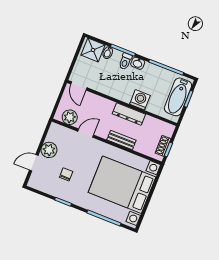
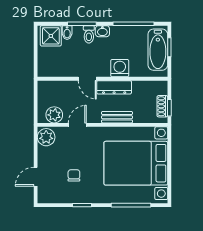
door: (79, 86) -> (87, 79), moved
plant: (49, 150) -> (46, 137), moved

